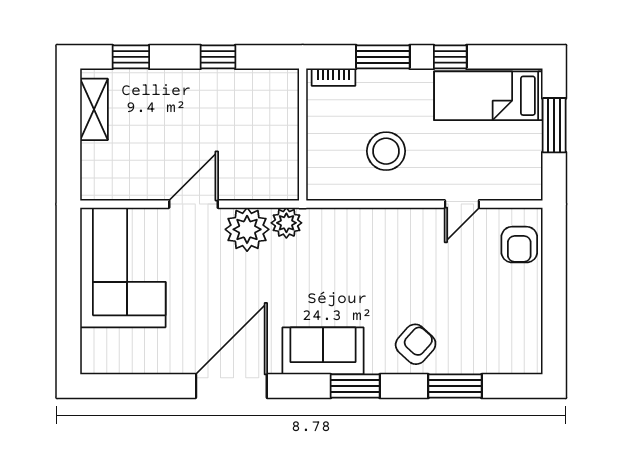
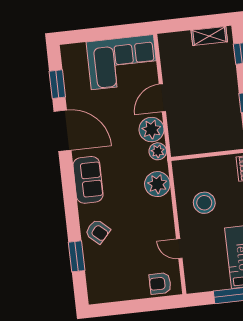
door: (193, 204) -> (162, 98), swing flipped
plant: (344, 230) -> (157, 184), added
window: (355, 386) -> (57, 84), moved

